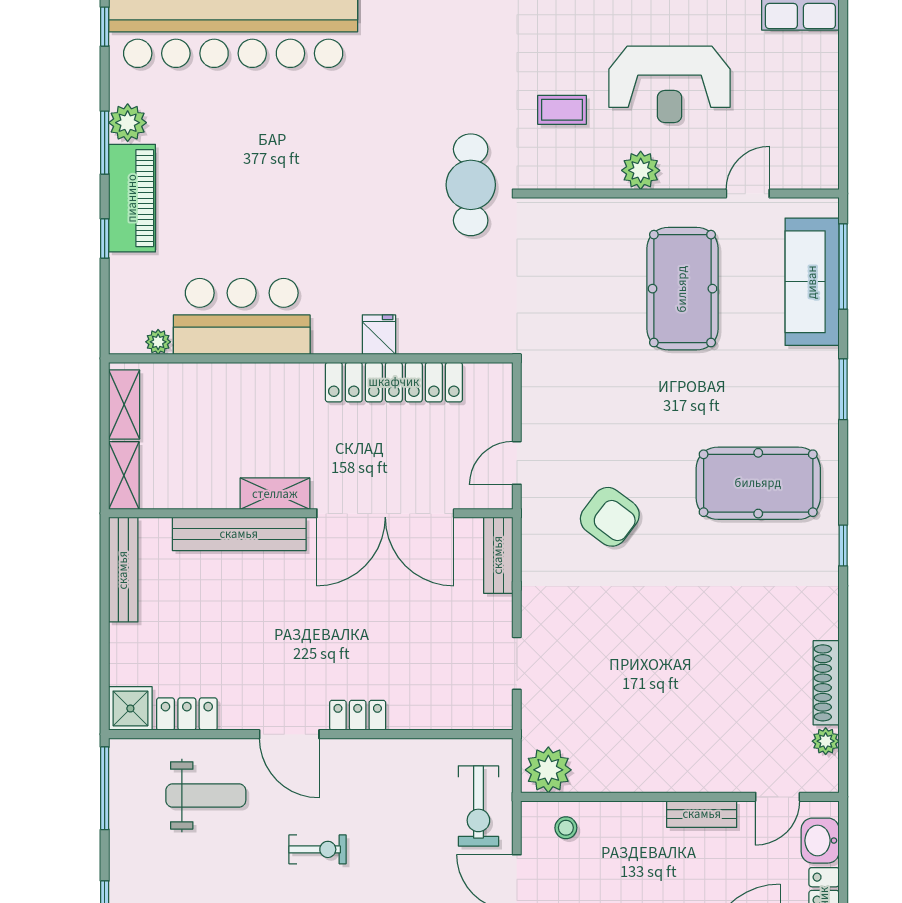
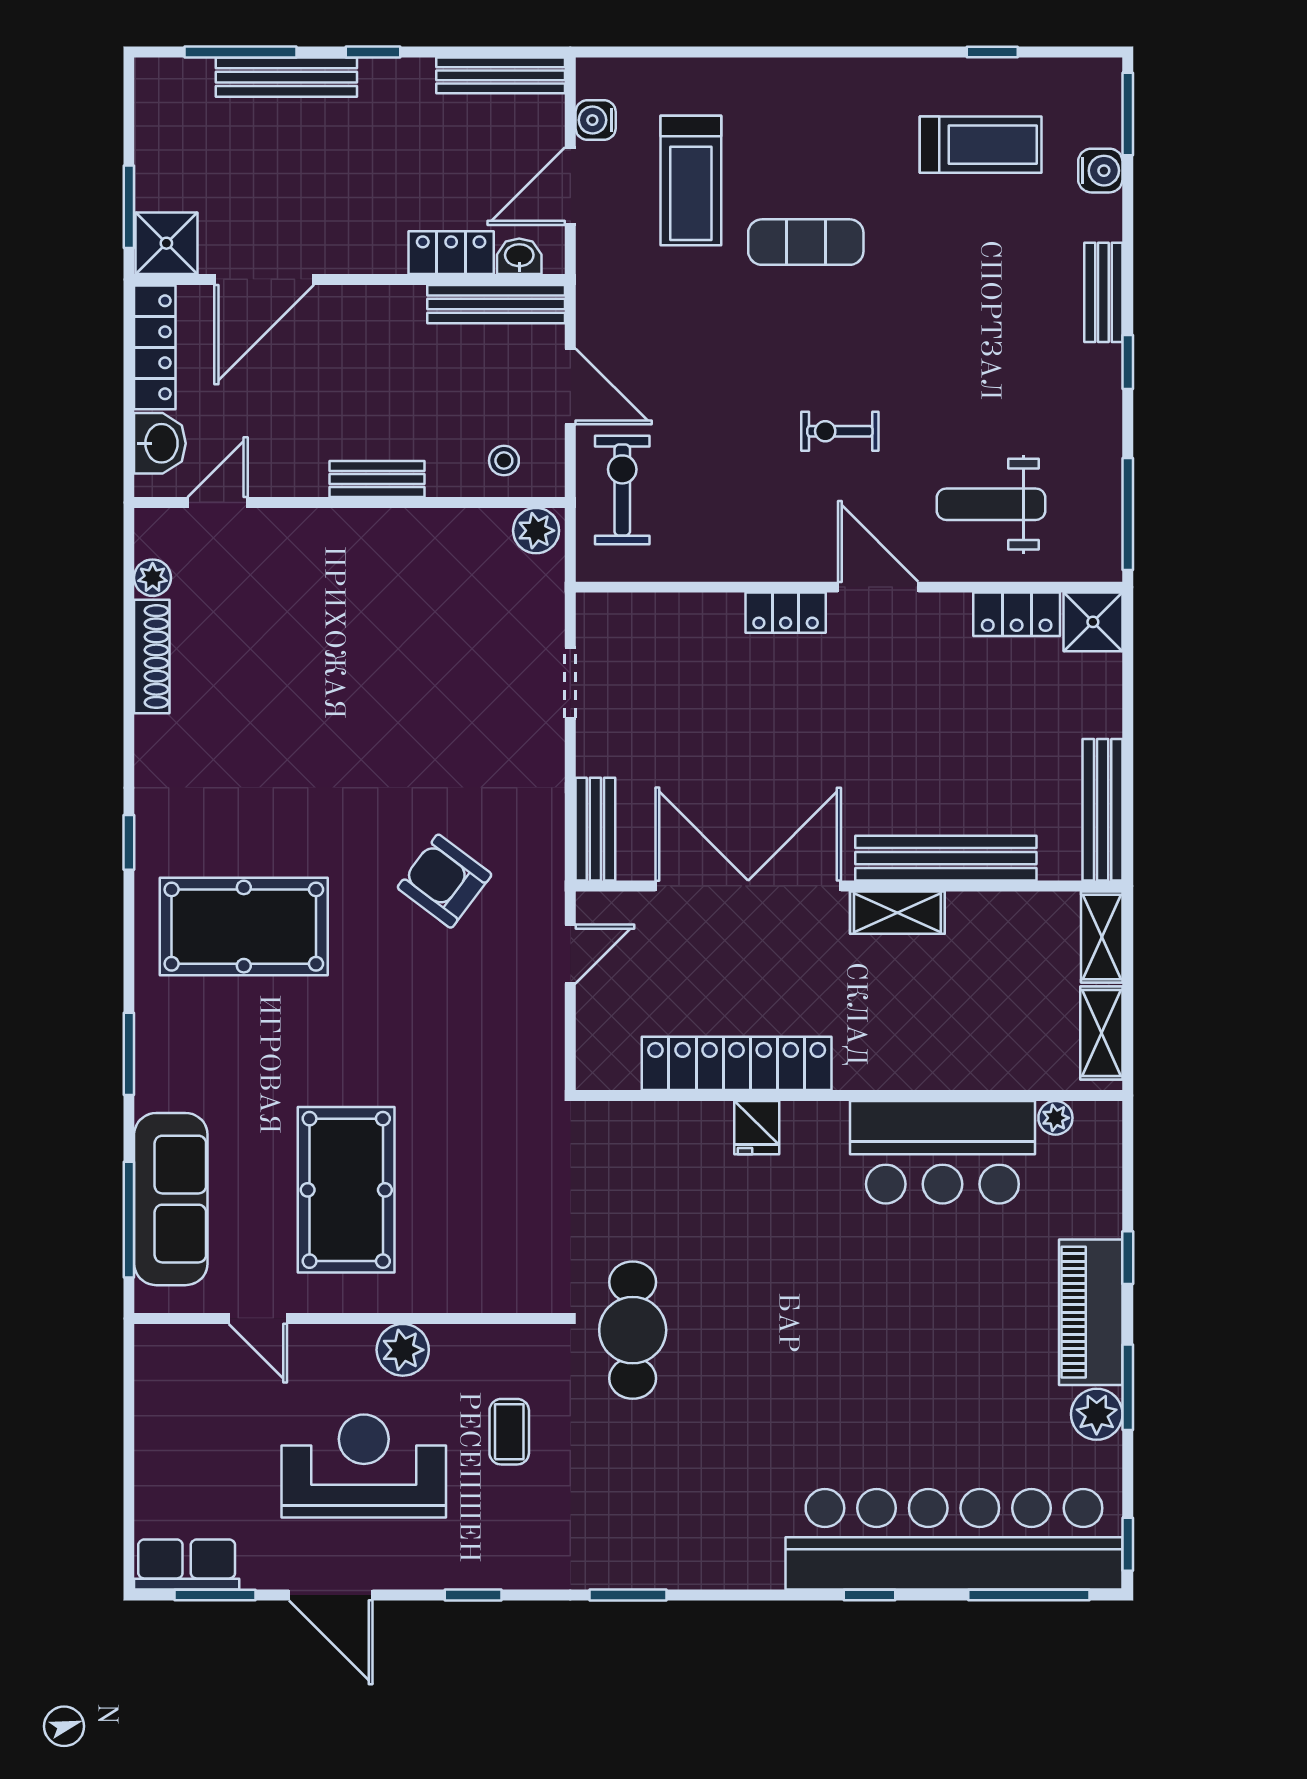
coffee table: (562, 110) -> (509, 1432), turned 90
door: (748, 194) -> (258, 1318), hinge flipped
plant: (548, 770) -> (536, 531), width x0.73, depth x0.73
bench: (702, 814) -> (377, 479), moved

